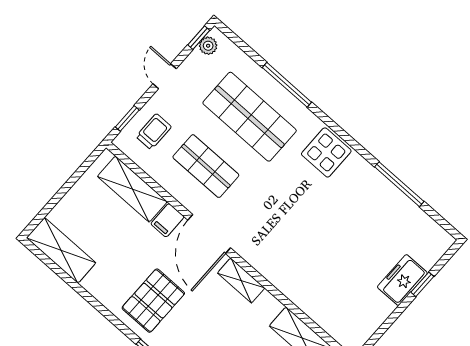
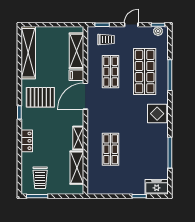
shelving: (61, 250) -> (28, 53), width x1.47
shop shelf: (318, 266) -> (111, 149), added
shelving: (241, 280) -> (78, 138), moved
freezer: (402, 280) -> (157, 187), moved

